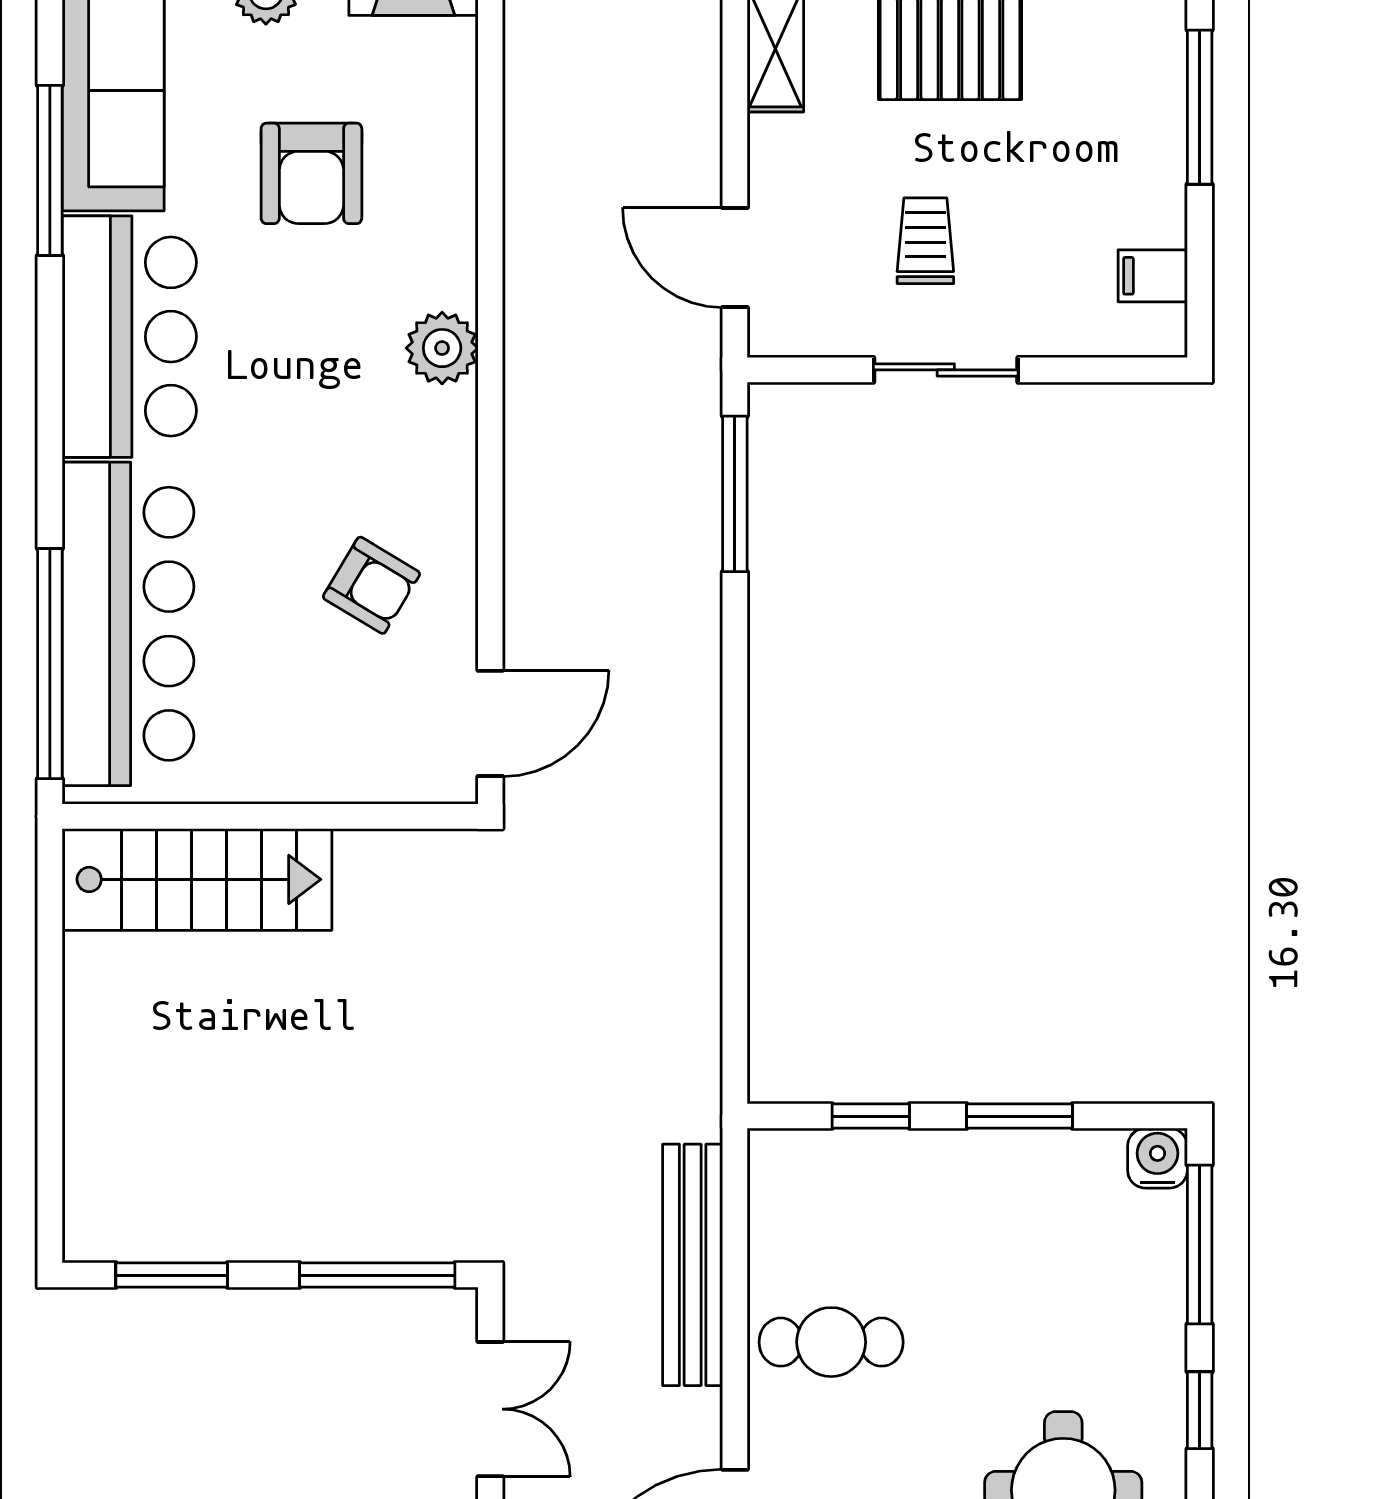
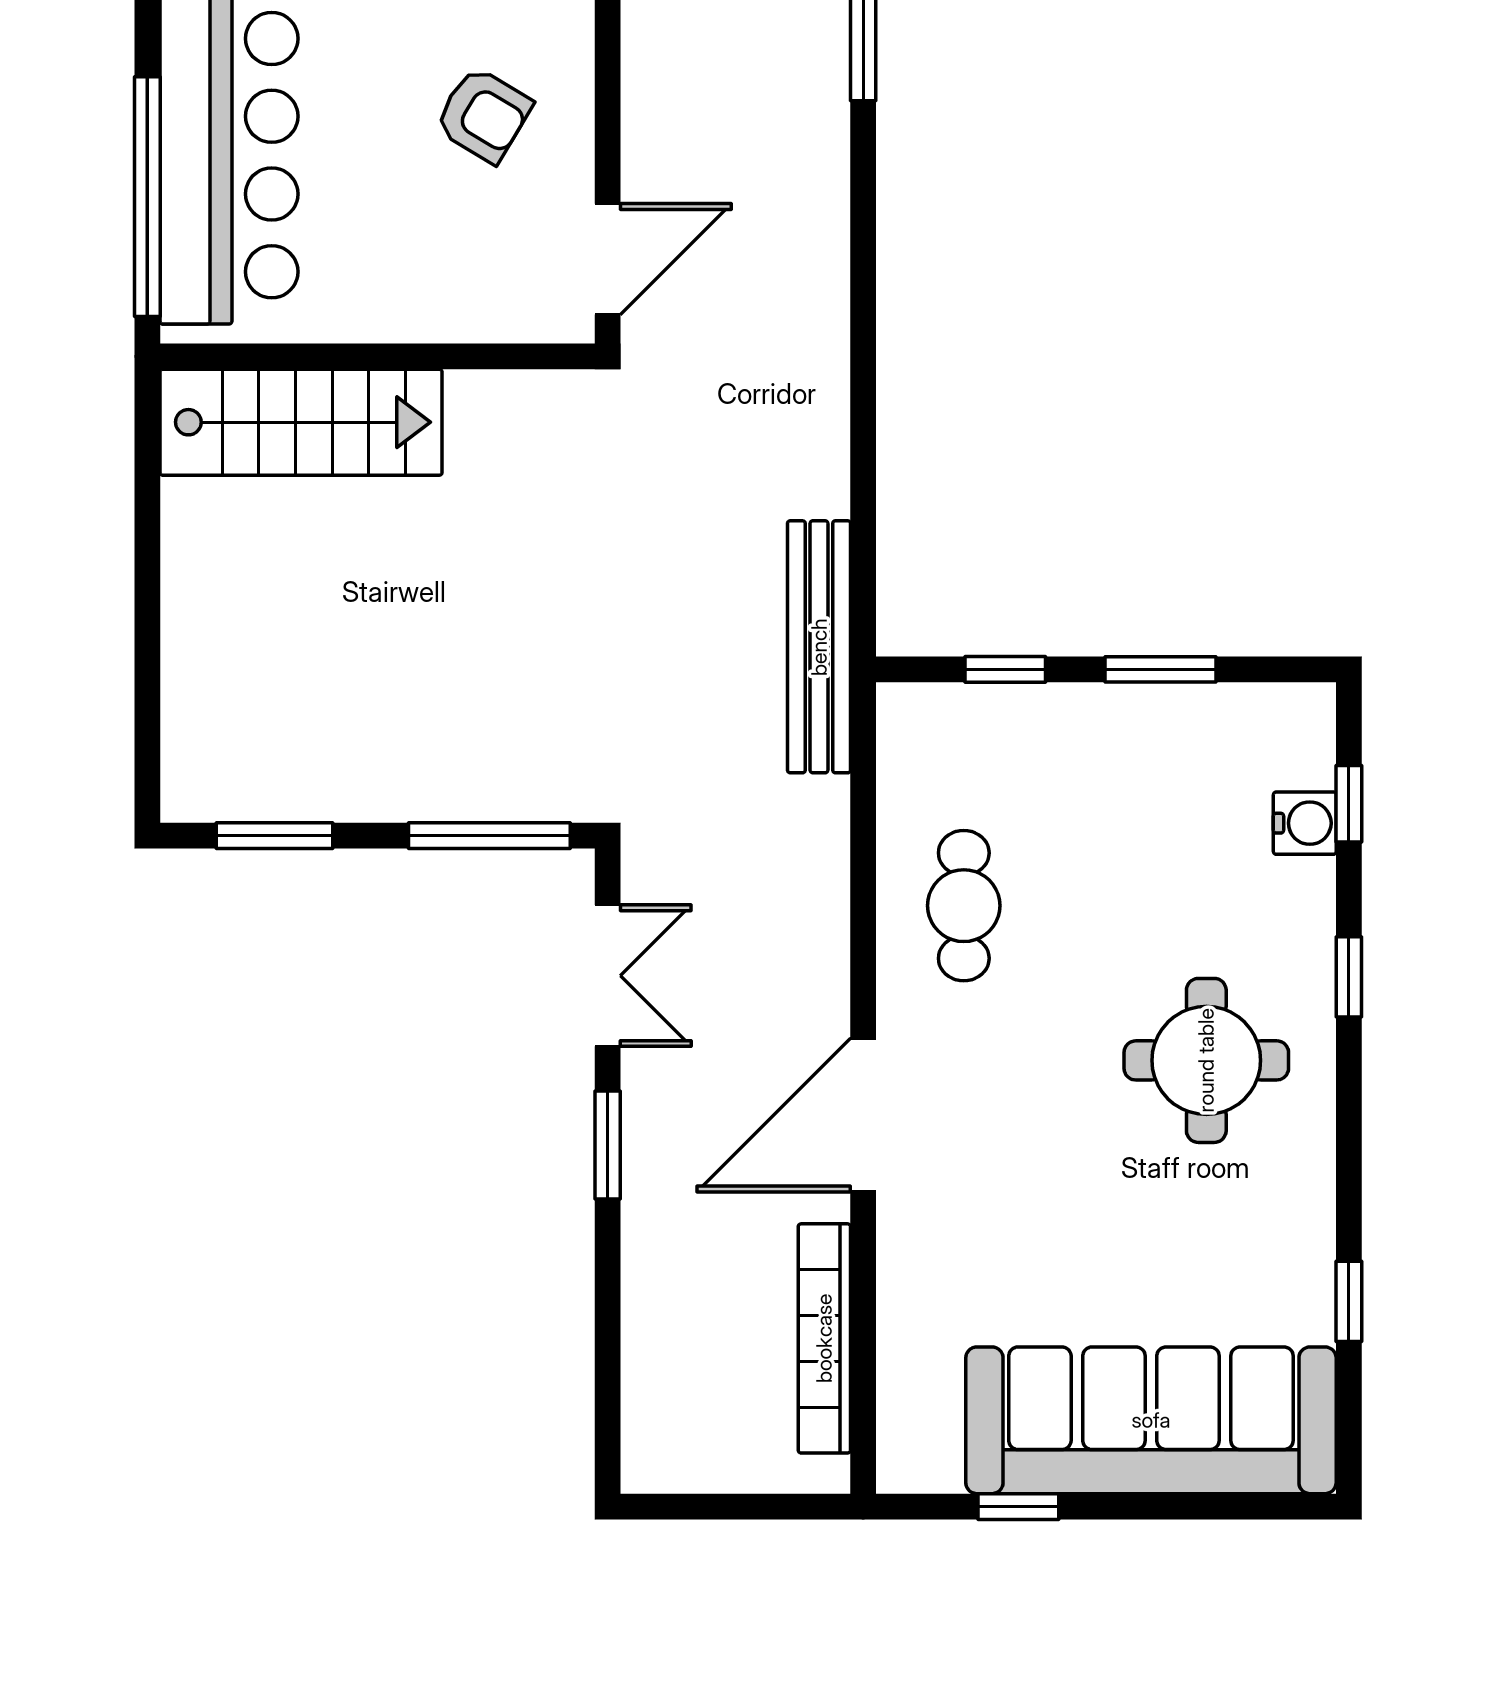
water cooler: (1157, 1158) -> (1305, 823), moved, turned 90
window: (1200, 1245) -> (1349, 804), width x0.46
bench: (693, 1265) -> (819, 647), moved
cafe table: (831, 1342) -> (964, 906), turned 90

